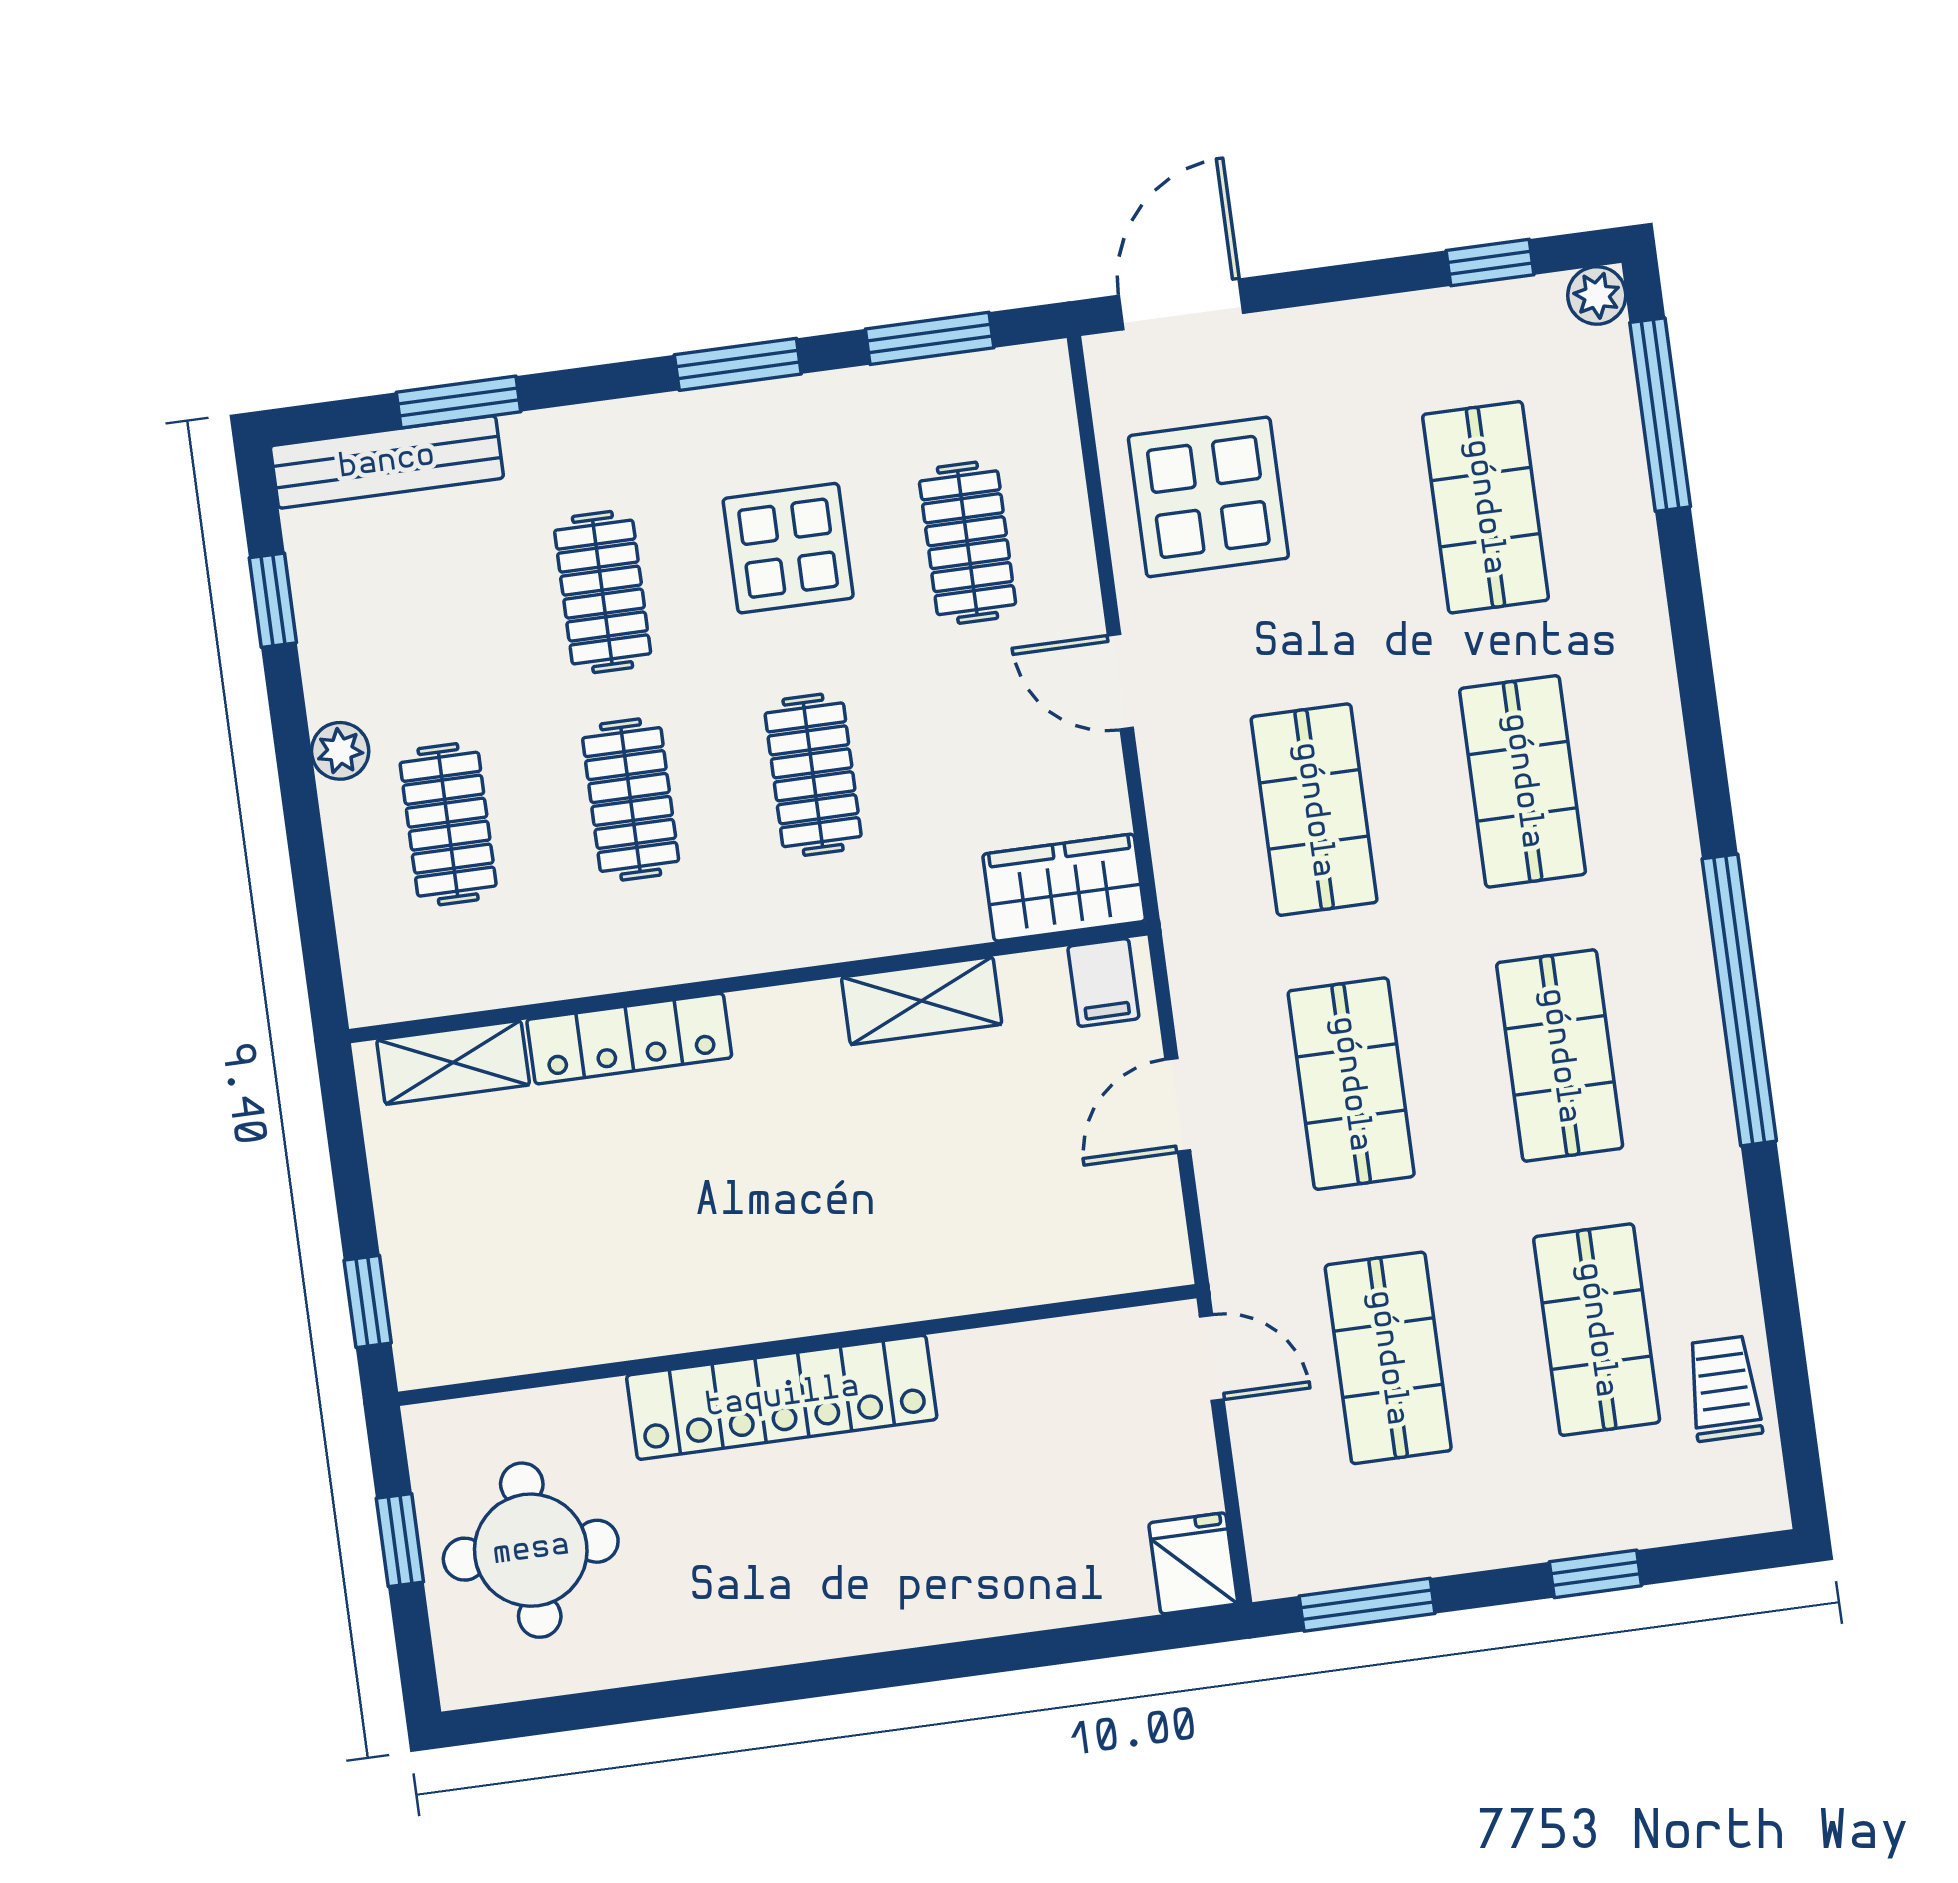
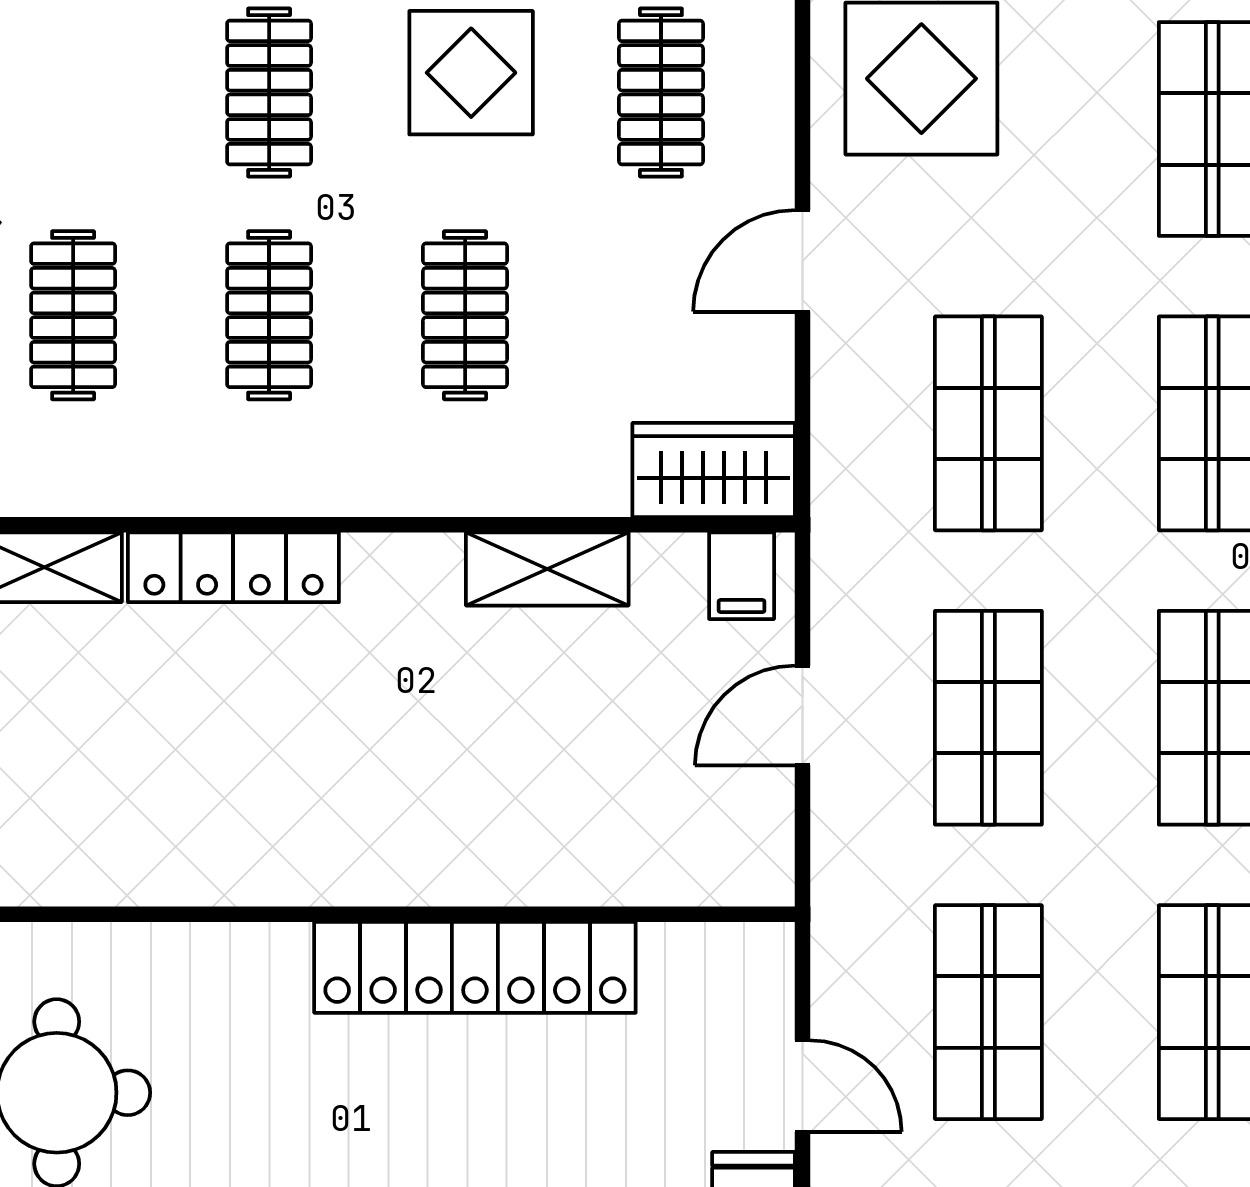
door: (1120, 682) -> (802, 261), hinge flipped
door: (1212, 1358) -> (802, 1086), moved
locker: (782, 1397) -> (475, 967), moved

